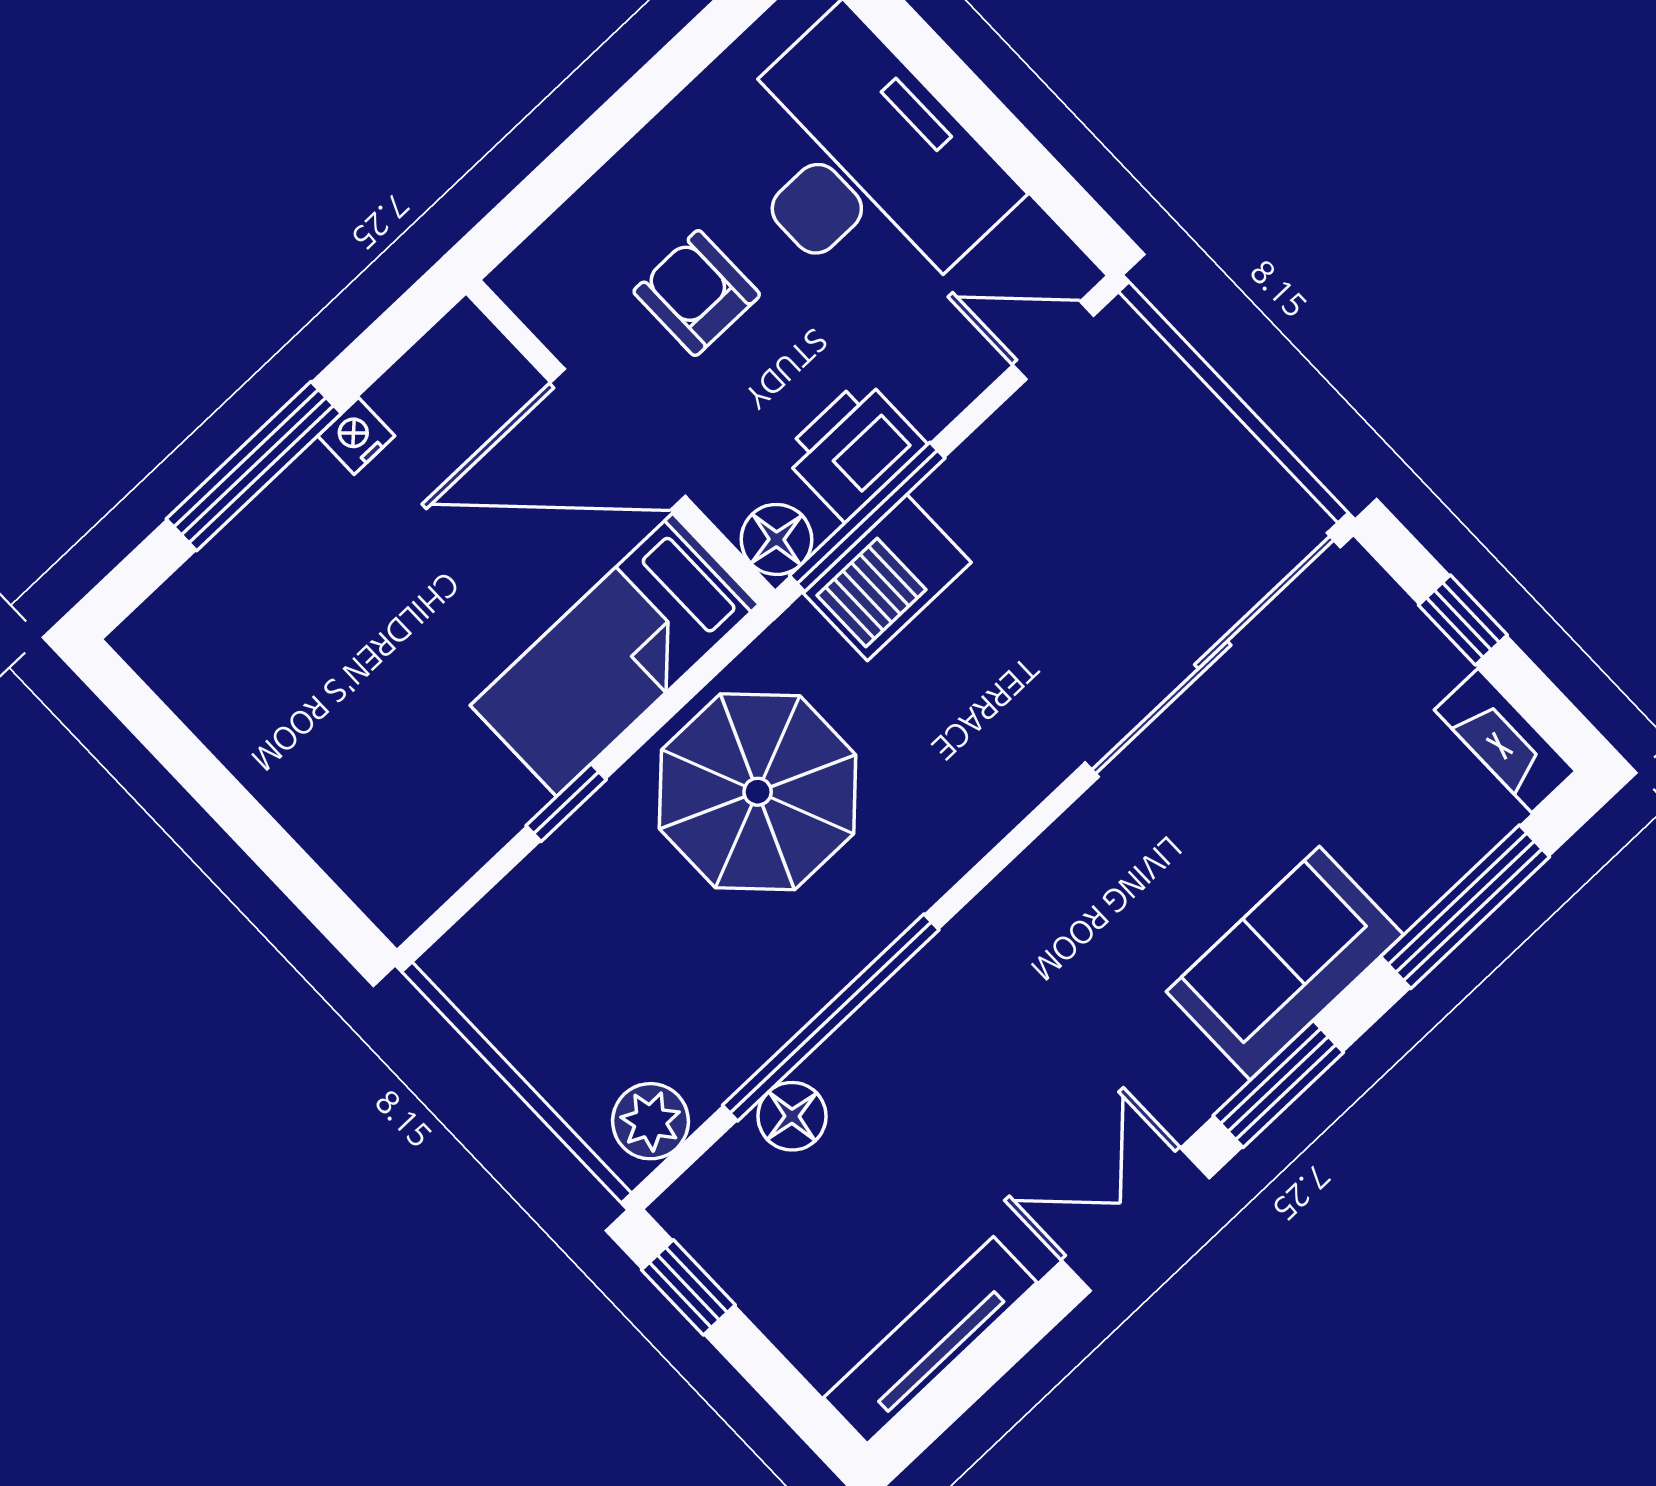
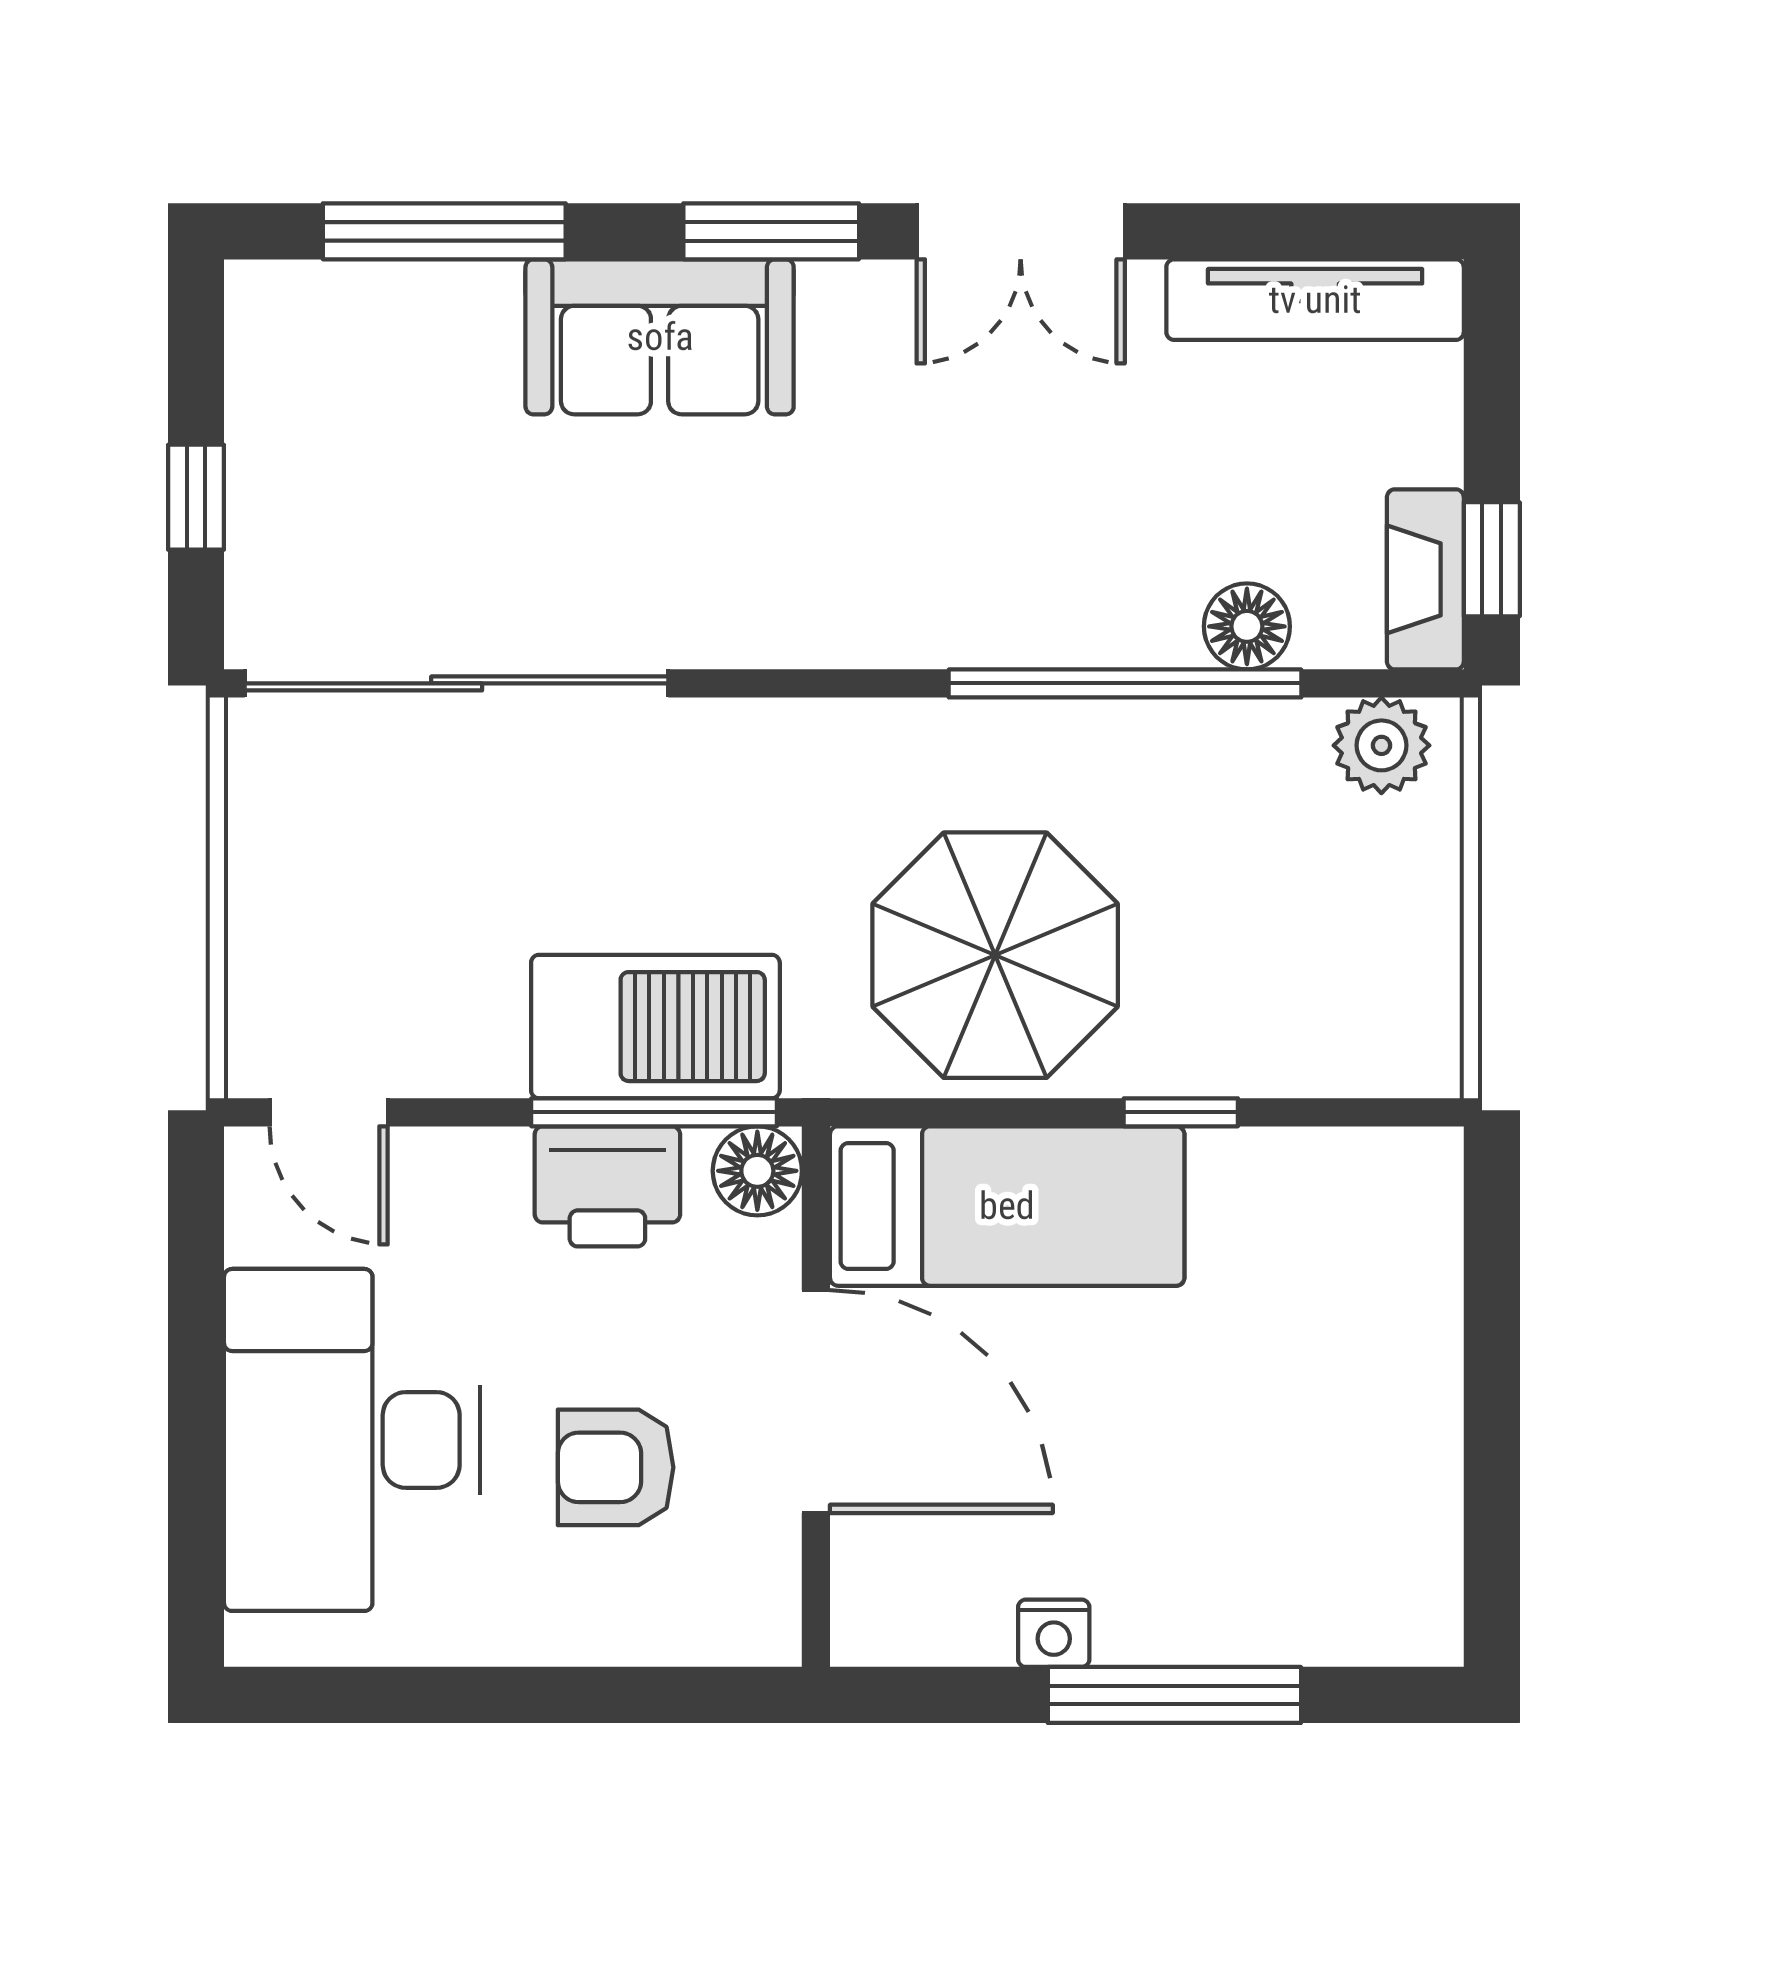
armchair: (697, 293) -> (616, 1467), turned 90
barbecue: (887, 578) -> (655, 1027), width x1.37, depth x1.21
fireplace: (1505, 741) -> (1425, 579), moved, turned 180

